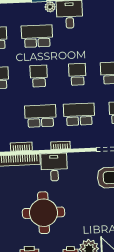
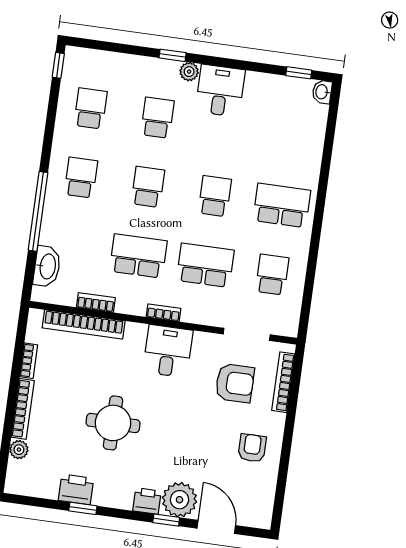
school desk: (37, 36) -> (157, 118), width x0.54
desk: (54, 167) -> (168, 351), moved
round table: (43, 213) -> (113, 423), width x0.73, depth x0.73

